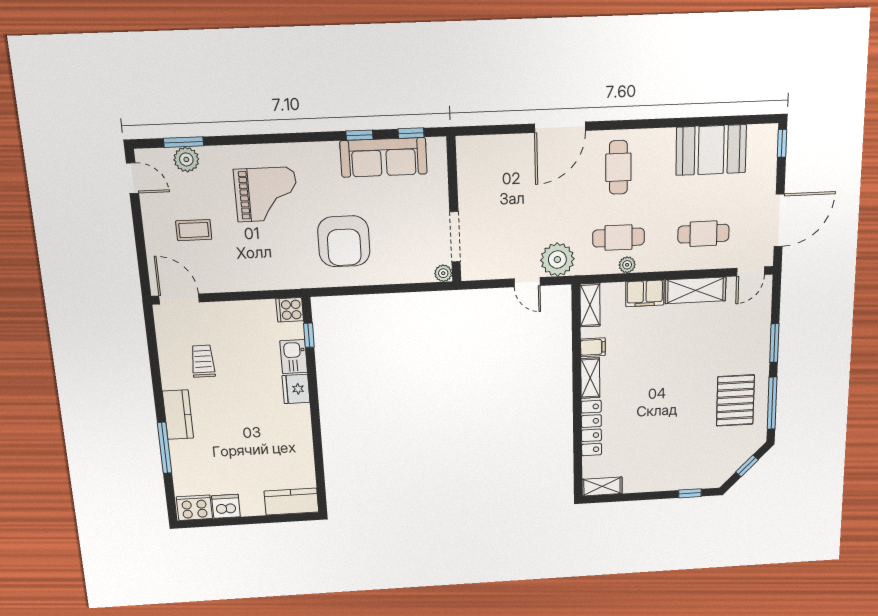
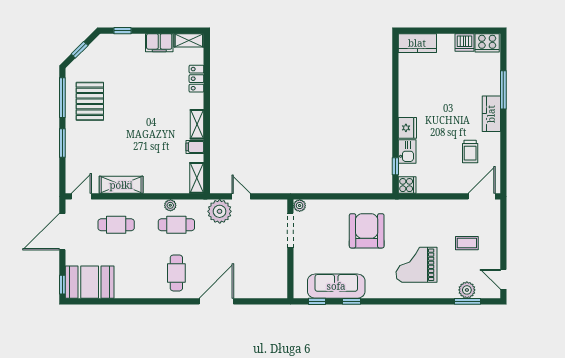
booth: (711, 150) -> (90, 282), moved
filing cabinet: (645, 293) -> (159, 43), moved, turned 180
door: (179, 299) -> (482, 196), swing flipped
locker: (591, 428) -> (196, 79), width x0.66

